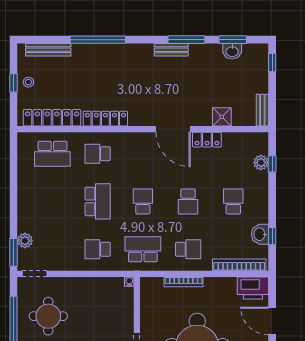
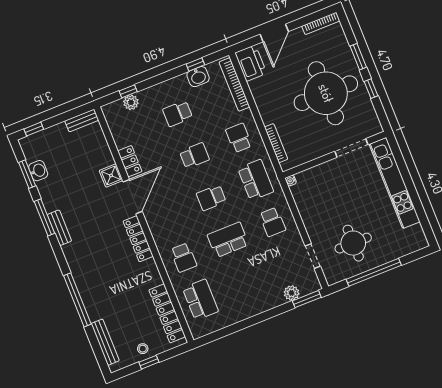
shower: (222, 117) -> (111, 176), moved
locker: (105, 119) -> (138, 239), moved
school desk: (143, 249) -> (256, 180), turned 180
doorway: (34, 274) -> (313, 256), moved
bookcase: (184, 282) -> (276, 143), moved

